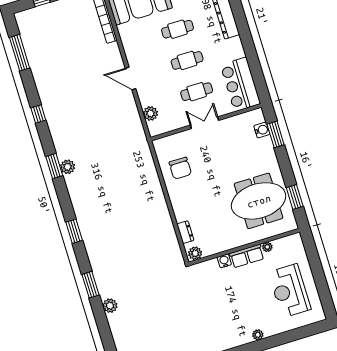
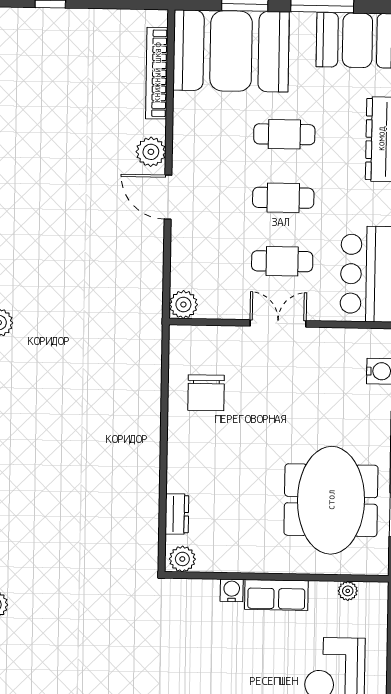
plant: (115, 59) -> (151, 152), added
plant: (151, 113) -> (183, 304), moved
meeting table: (259, 201) -> (331, 500), turned 90
plant: (267, 247) -> (348, 591), moved

